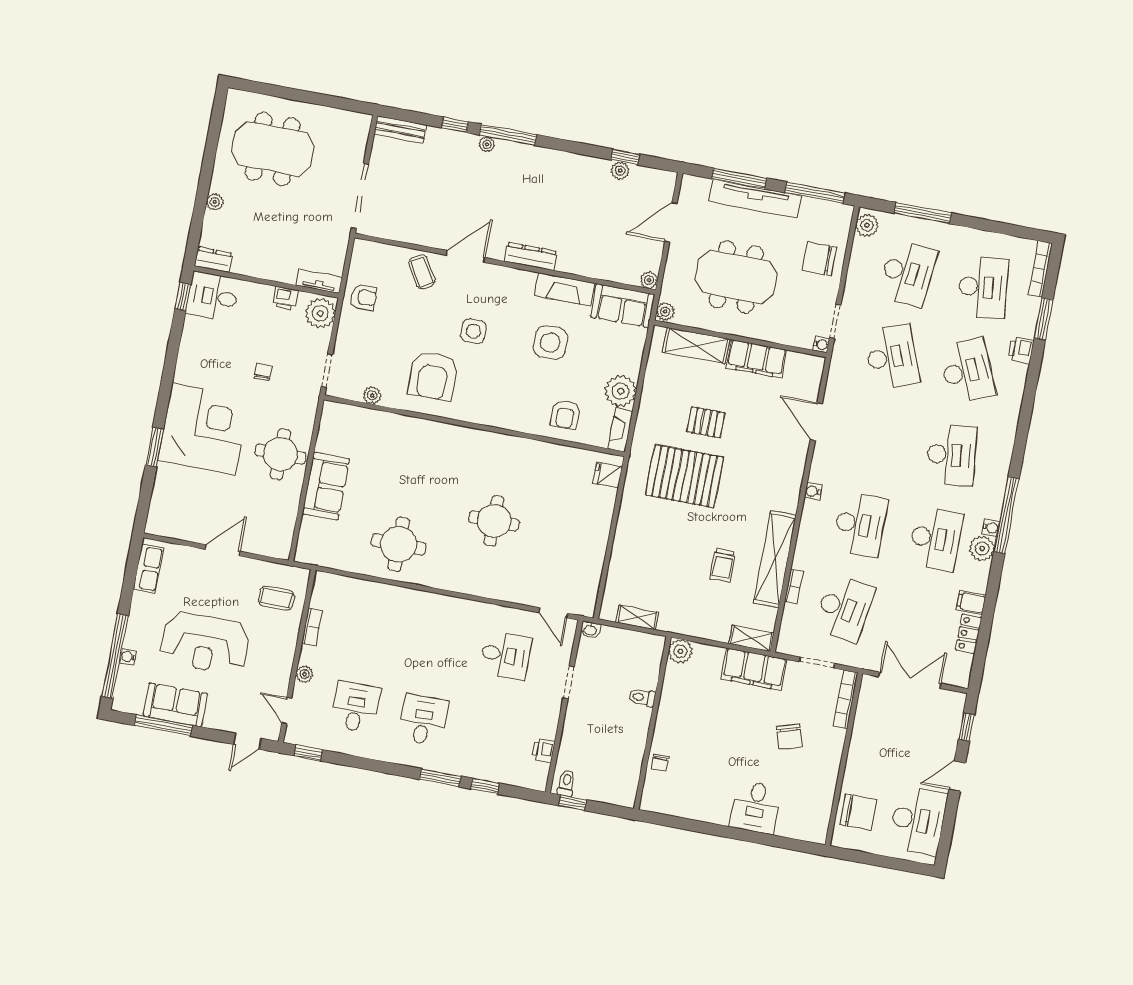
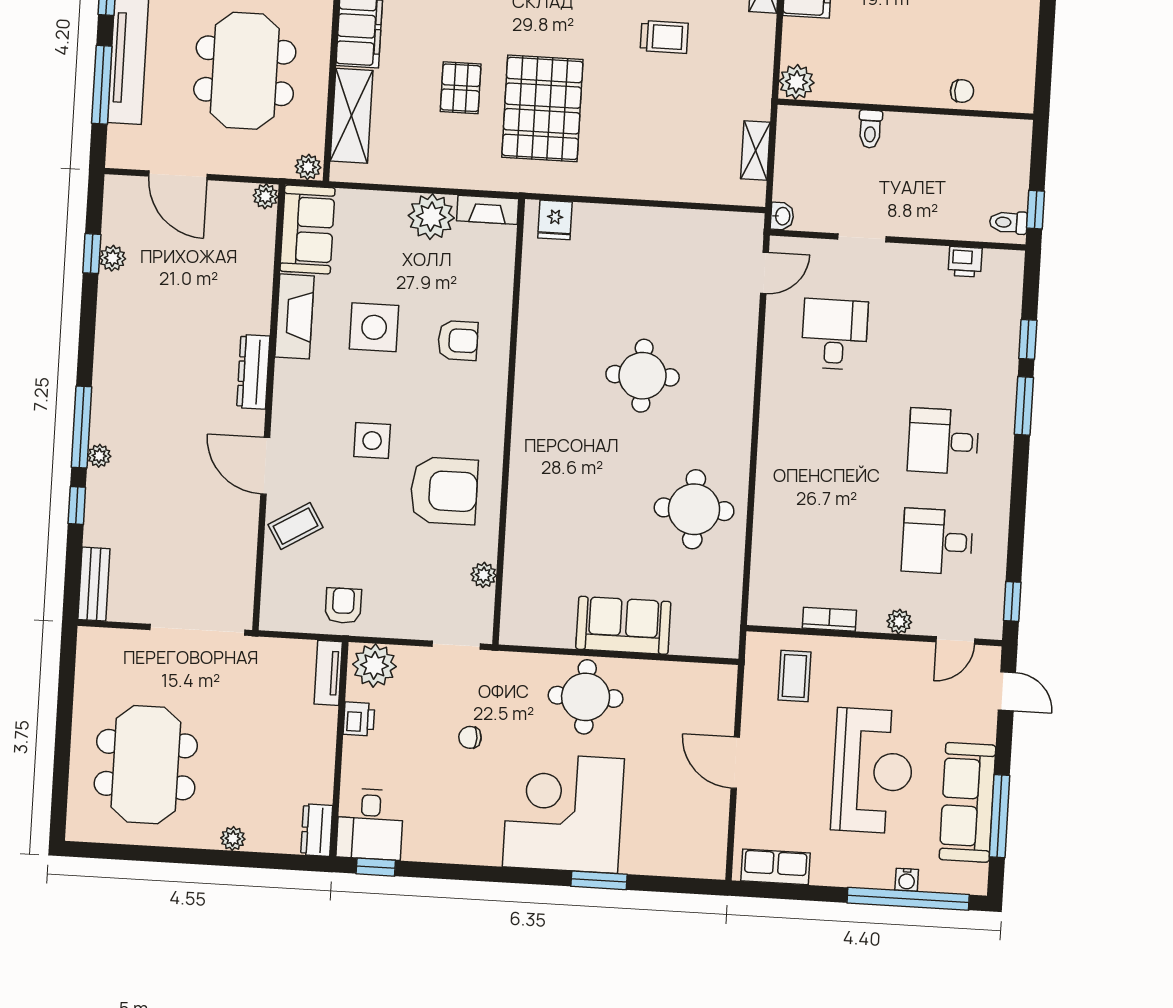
armchair: (565, 414) -> (458, 340), moved
sofa: (175, 705) -> (967, 802), width x1.36

